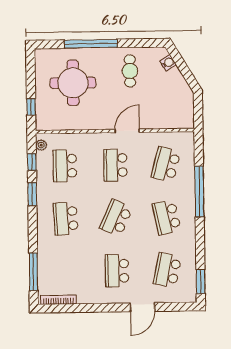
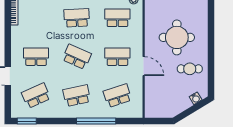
window: (91, 44) -> (211, 39), removed
round table: (73, 83) -> (177, 37), moved
school desk: (166, 164) -> (117, 96), turned -33
school desk: (167, 270) -> (36, 96), turned -36

